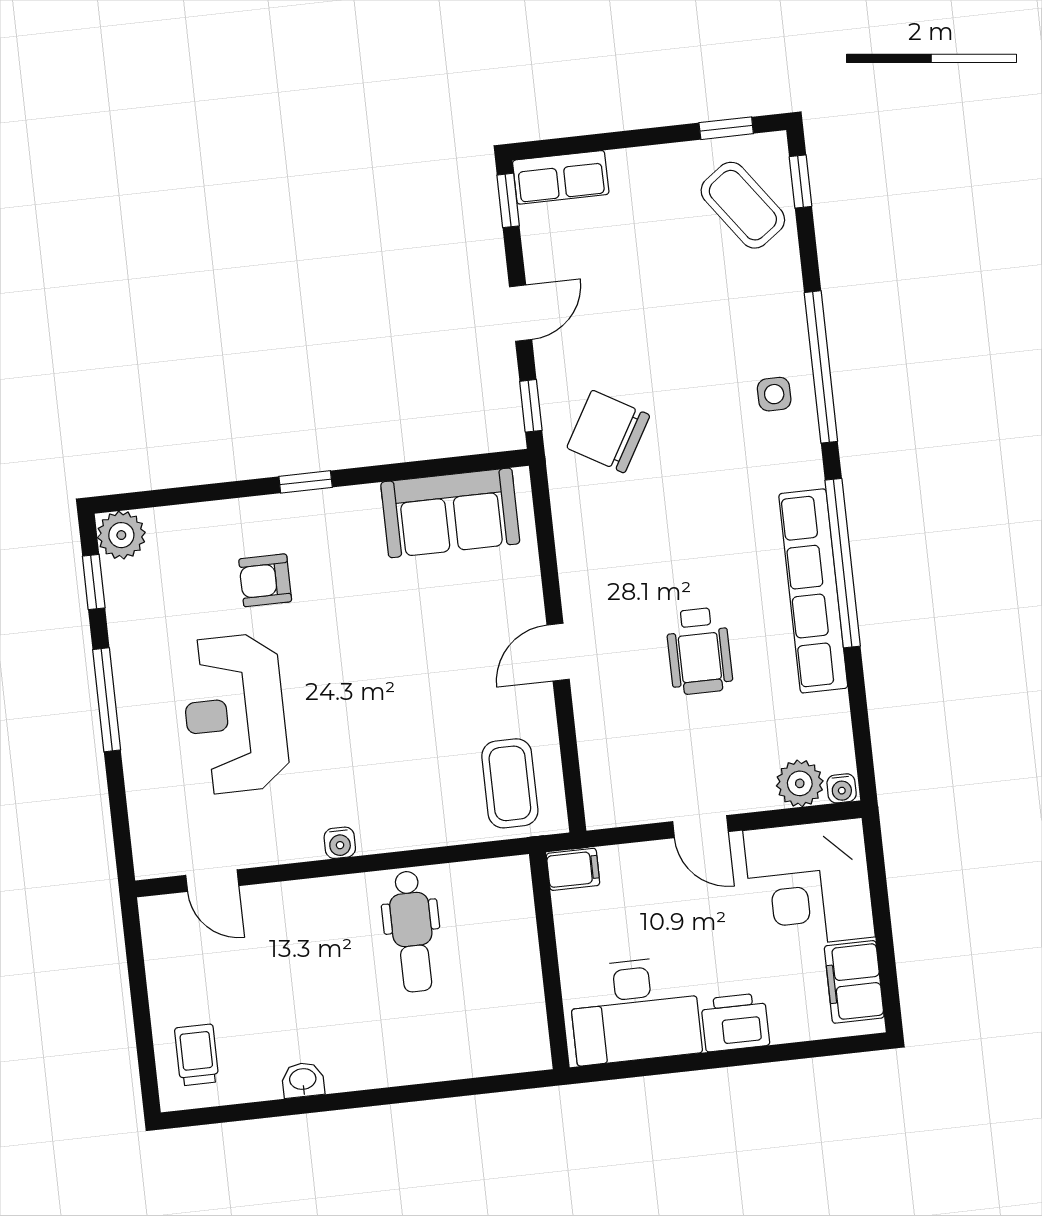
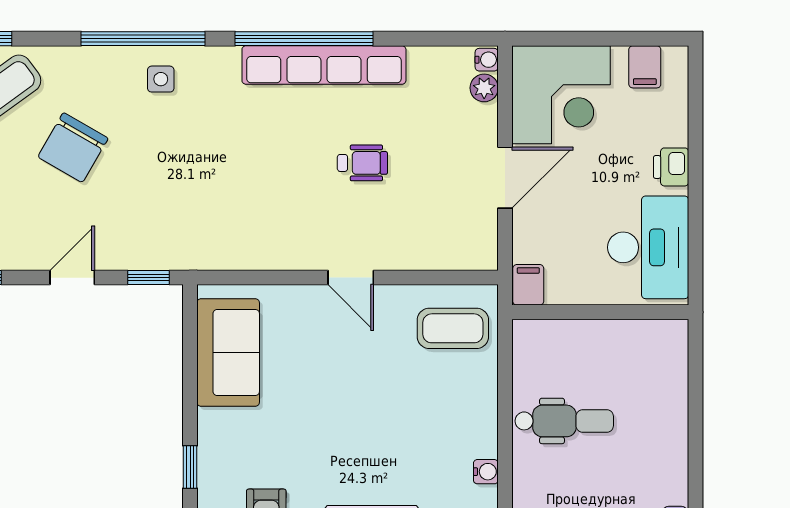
door: (521, 313) -> (72, 278), hinge flipped
chair: (608, 432) -> (73, 148), moved
wheelchair: (699, 651) -> (362, 163), width x0.73, depth x0.73
plant: (800, 783) -> (484, 88), width x0.73, depth x0.73
door: (700, 827) -> (505, 178), width x1.38
filing cabinet: (854, 982) -> (645, 67), width x0.50
printer: (735, 1022) -> (671, 167), width x0.73, depth x0.81

